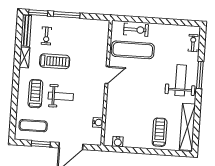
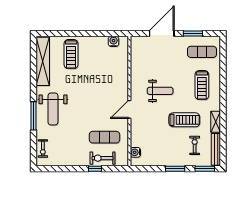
window: (67, 15) -> (175, 169), width x0.69
window: (144, 20) -> (95, 169), added
exercise mat: (133, 50) -> (104, 137), width x0.73, depth x0.69
treadmill: (55, 61) -> (184, 120), turned 180
weight bench: (61, 96) -> (160, 91), moved, turned 180
water cooler: (98, 122) -> (135, 152), moved

